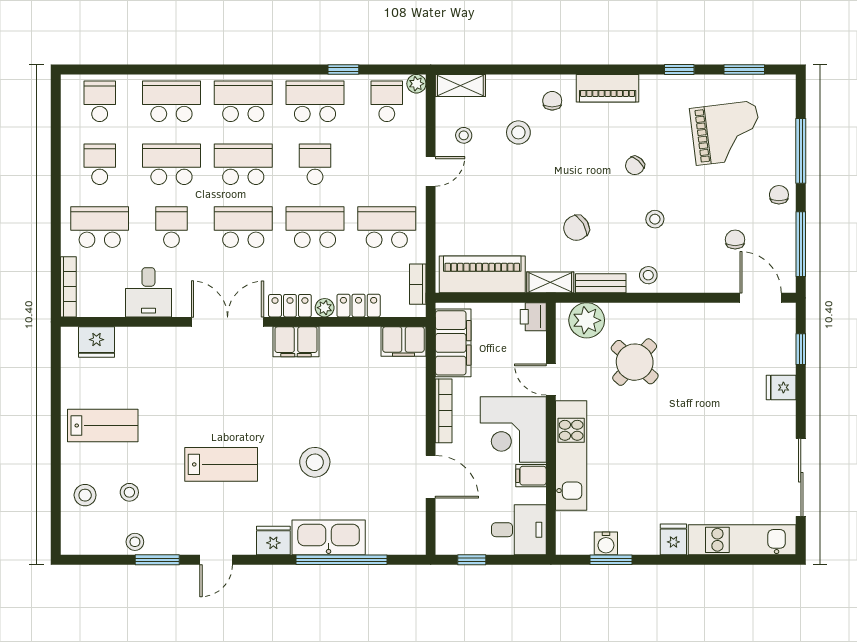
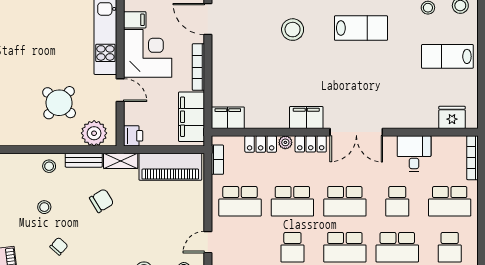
lab bench: (221, 464) -> (361, 28), turned 180

